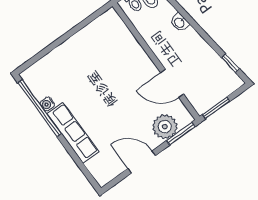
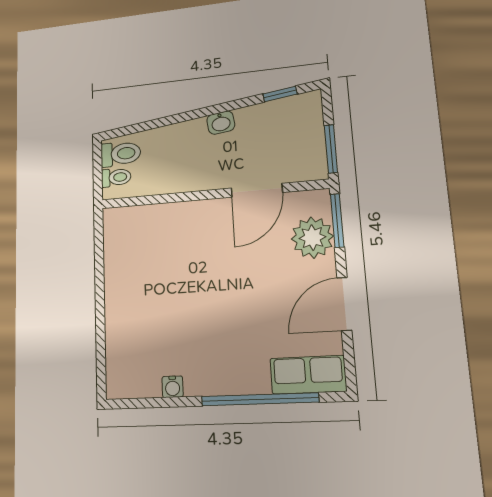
washbasin: (180, 22) -> (221, 123), moved
window: (40, 108) -> (260, 399), moved
row of seats: (73, 133) -> (308, 375), moved, width x0.68

